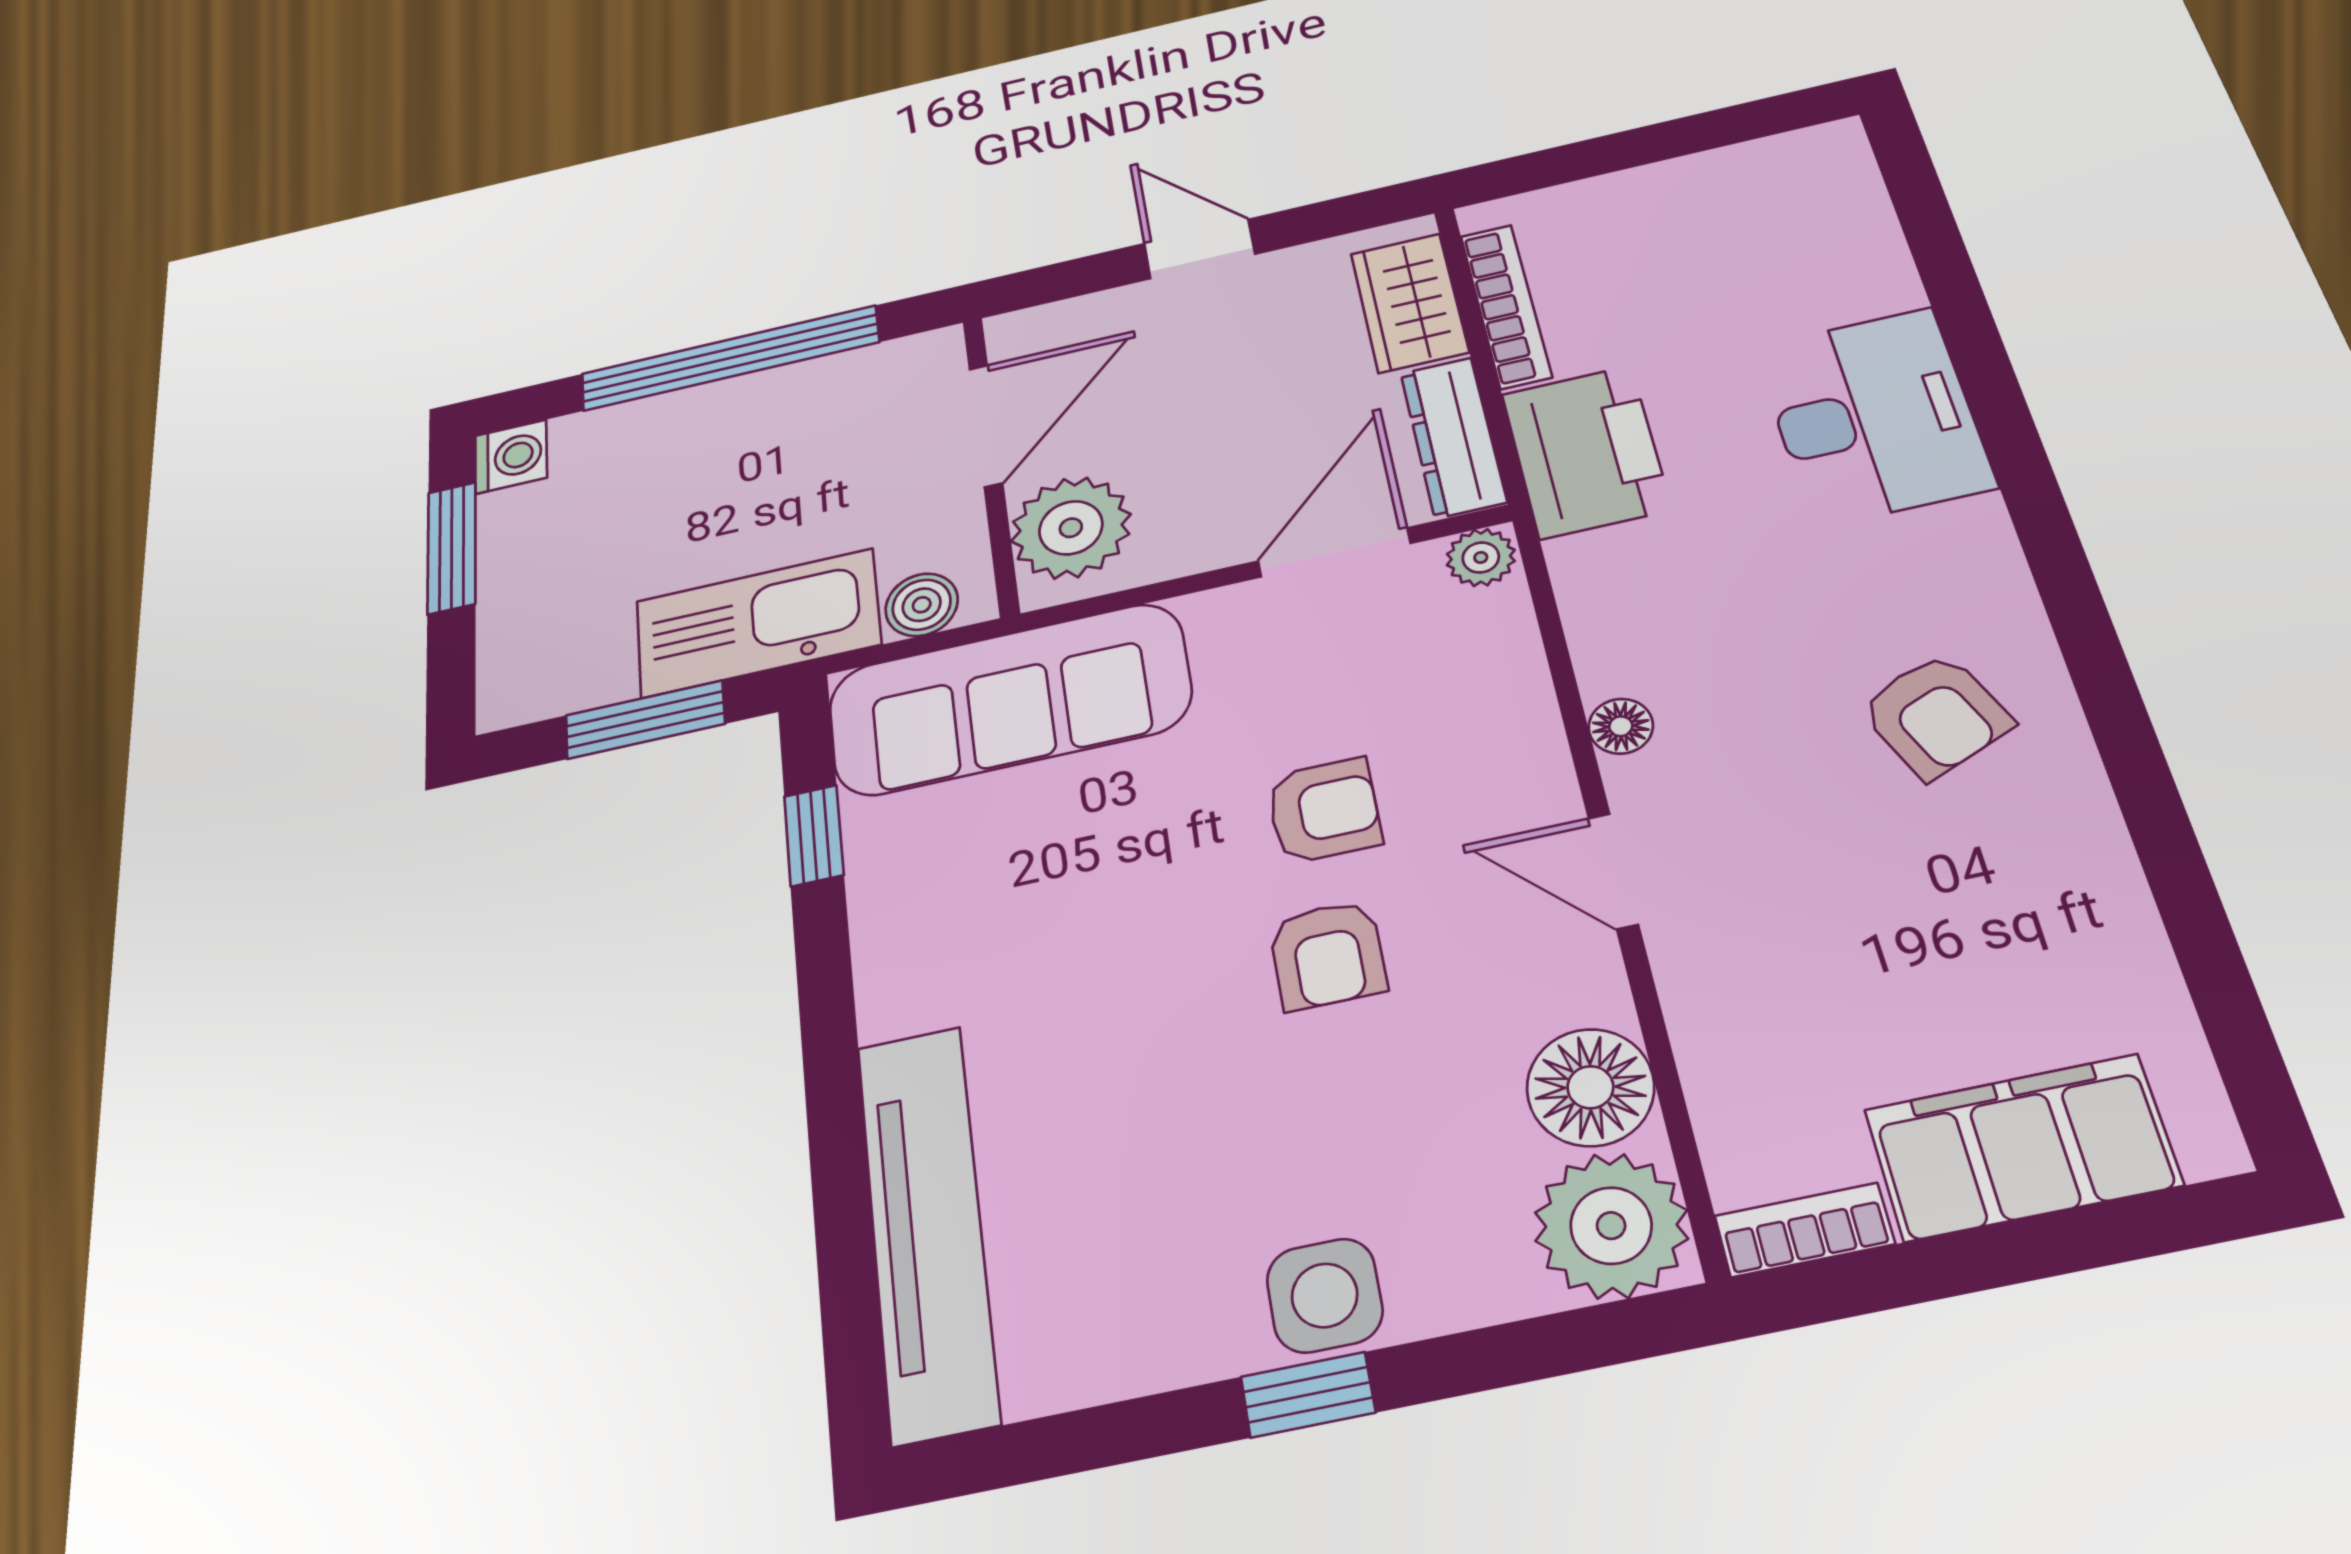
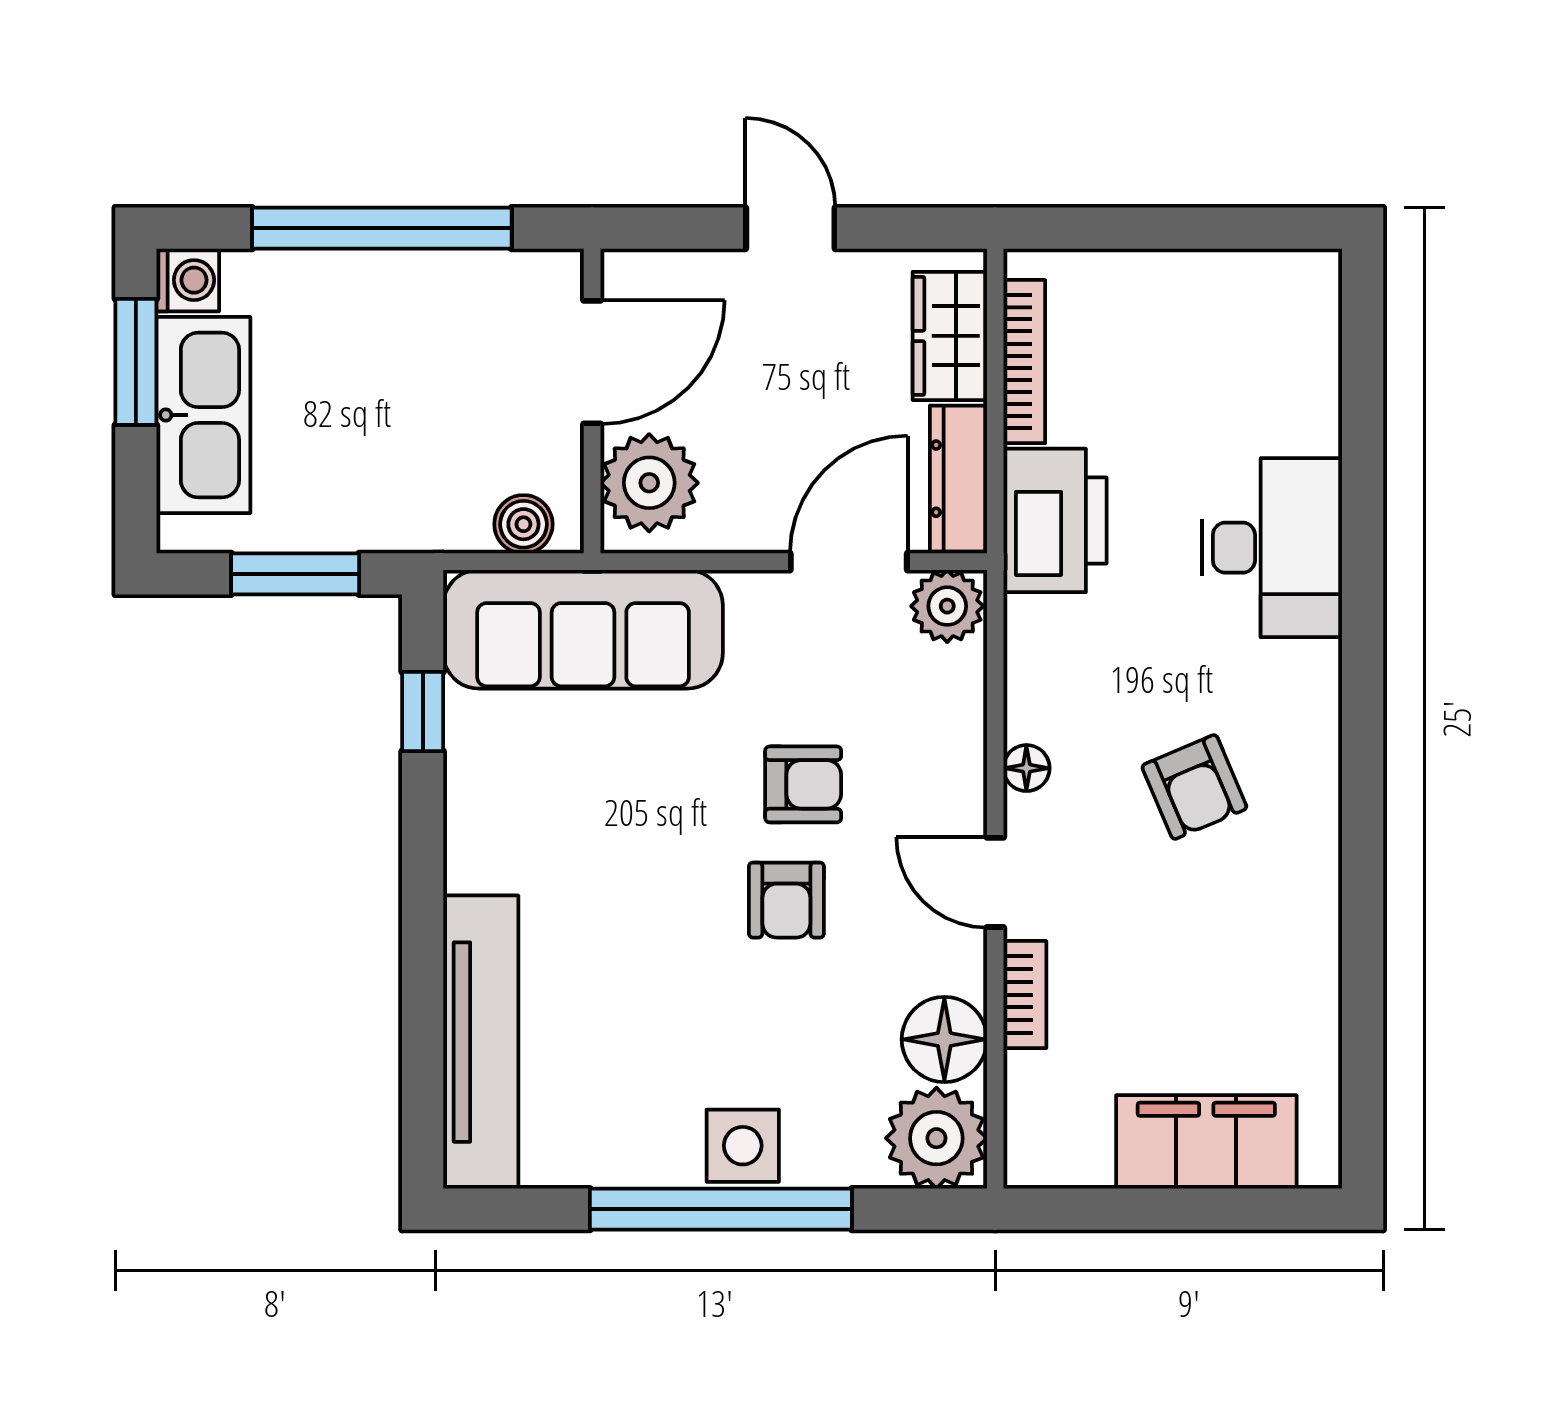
plant: (1481, 557) -> (947, 606), width x1.38, depth x1.38
kitchen sink: (758, 623) -> (203, 415), moved, turned 90
armchair: (1935, 715) -> (1194, 787), moved
bookcase: (1804, 1230) -> (1025, 995), moved, turned 90
window: (1308, 1395) -> (721, 1209), width x3.17

